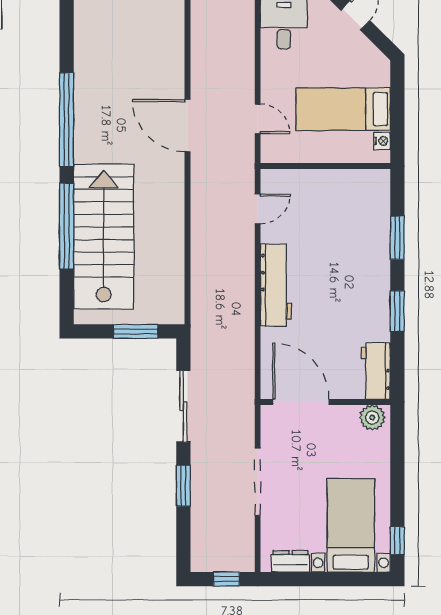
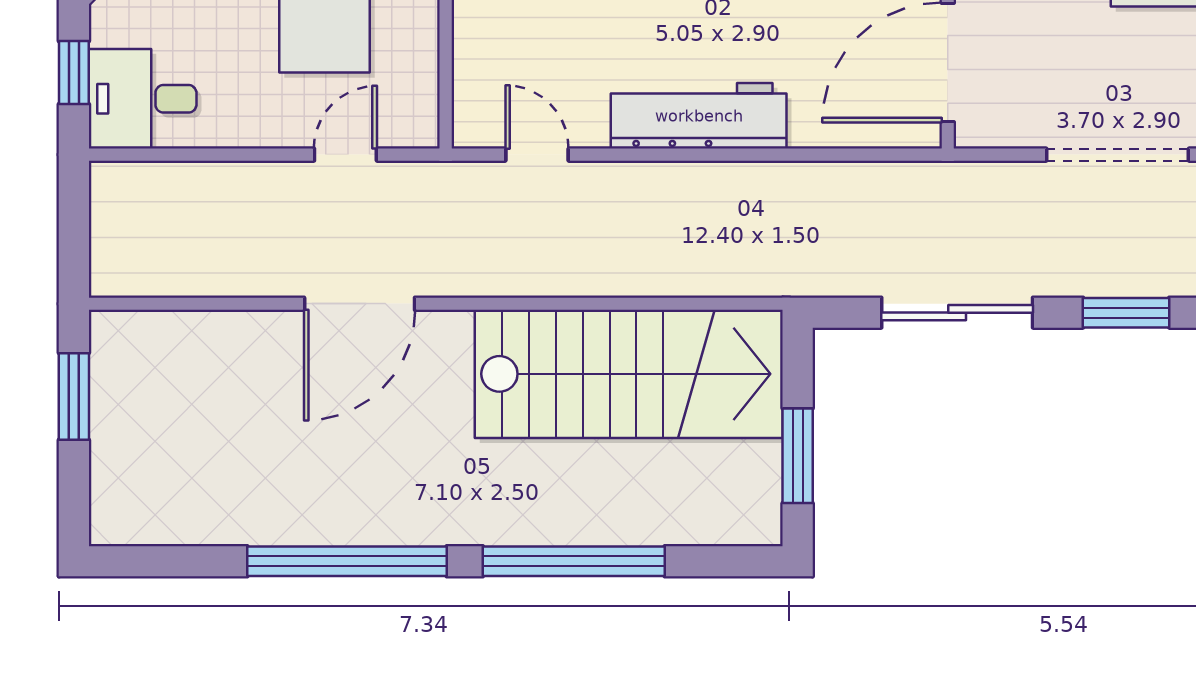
stairs: (104, 237) -> (629, 374), moved, turned 180
window: (136, 331) -> (798, 456), moved

